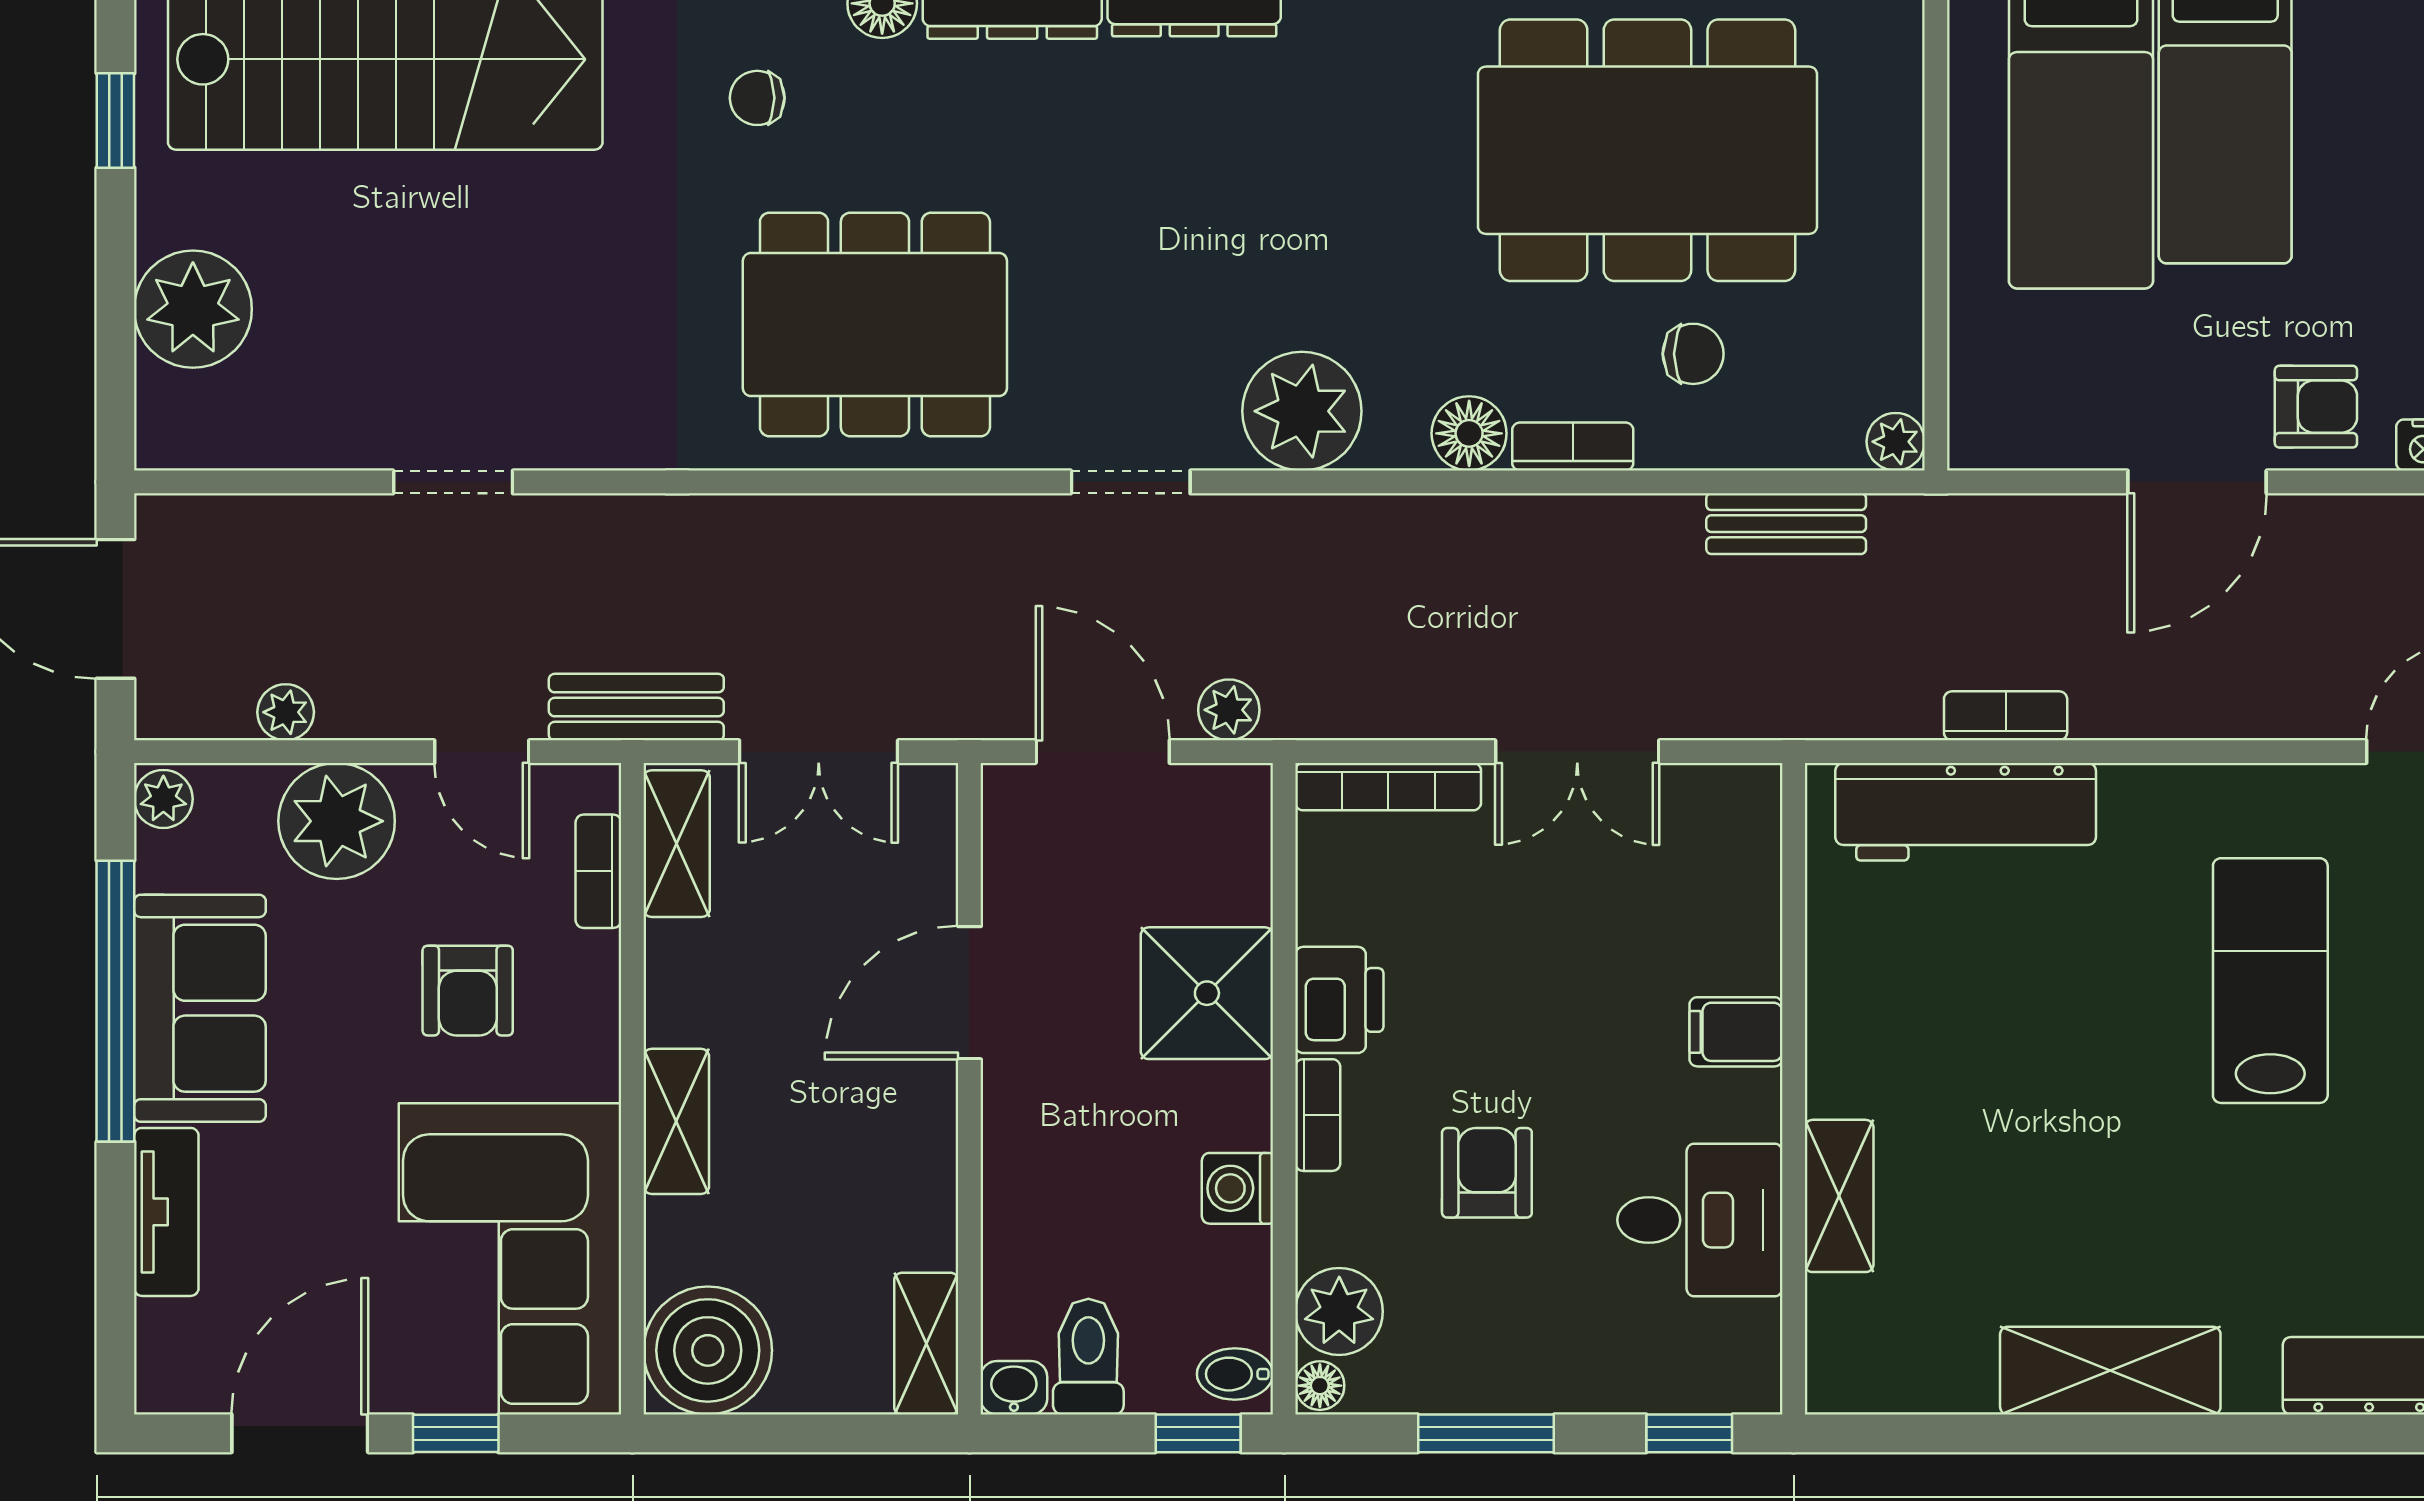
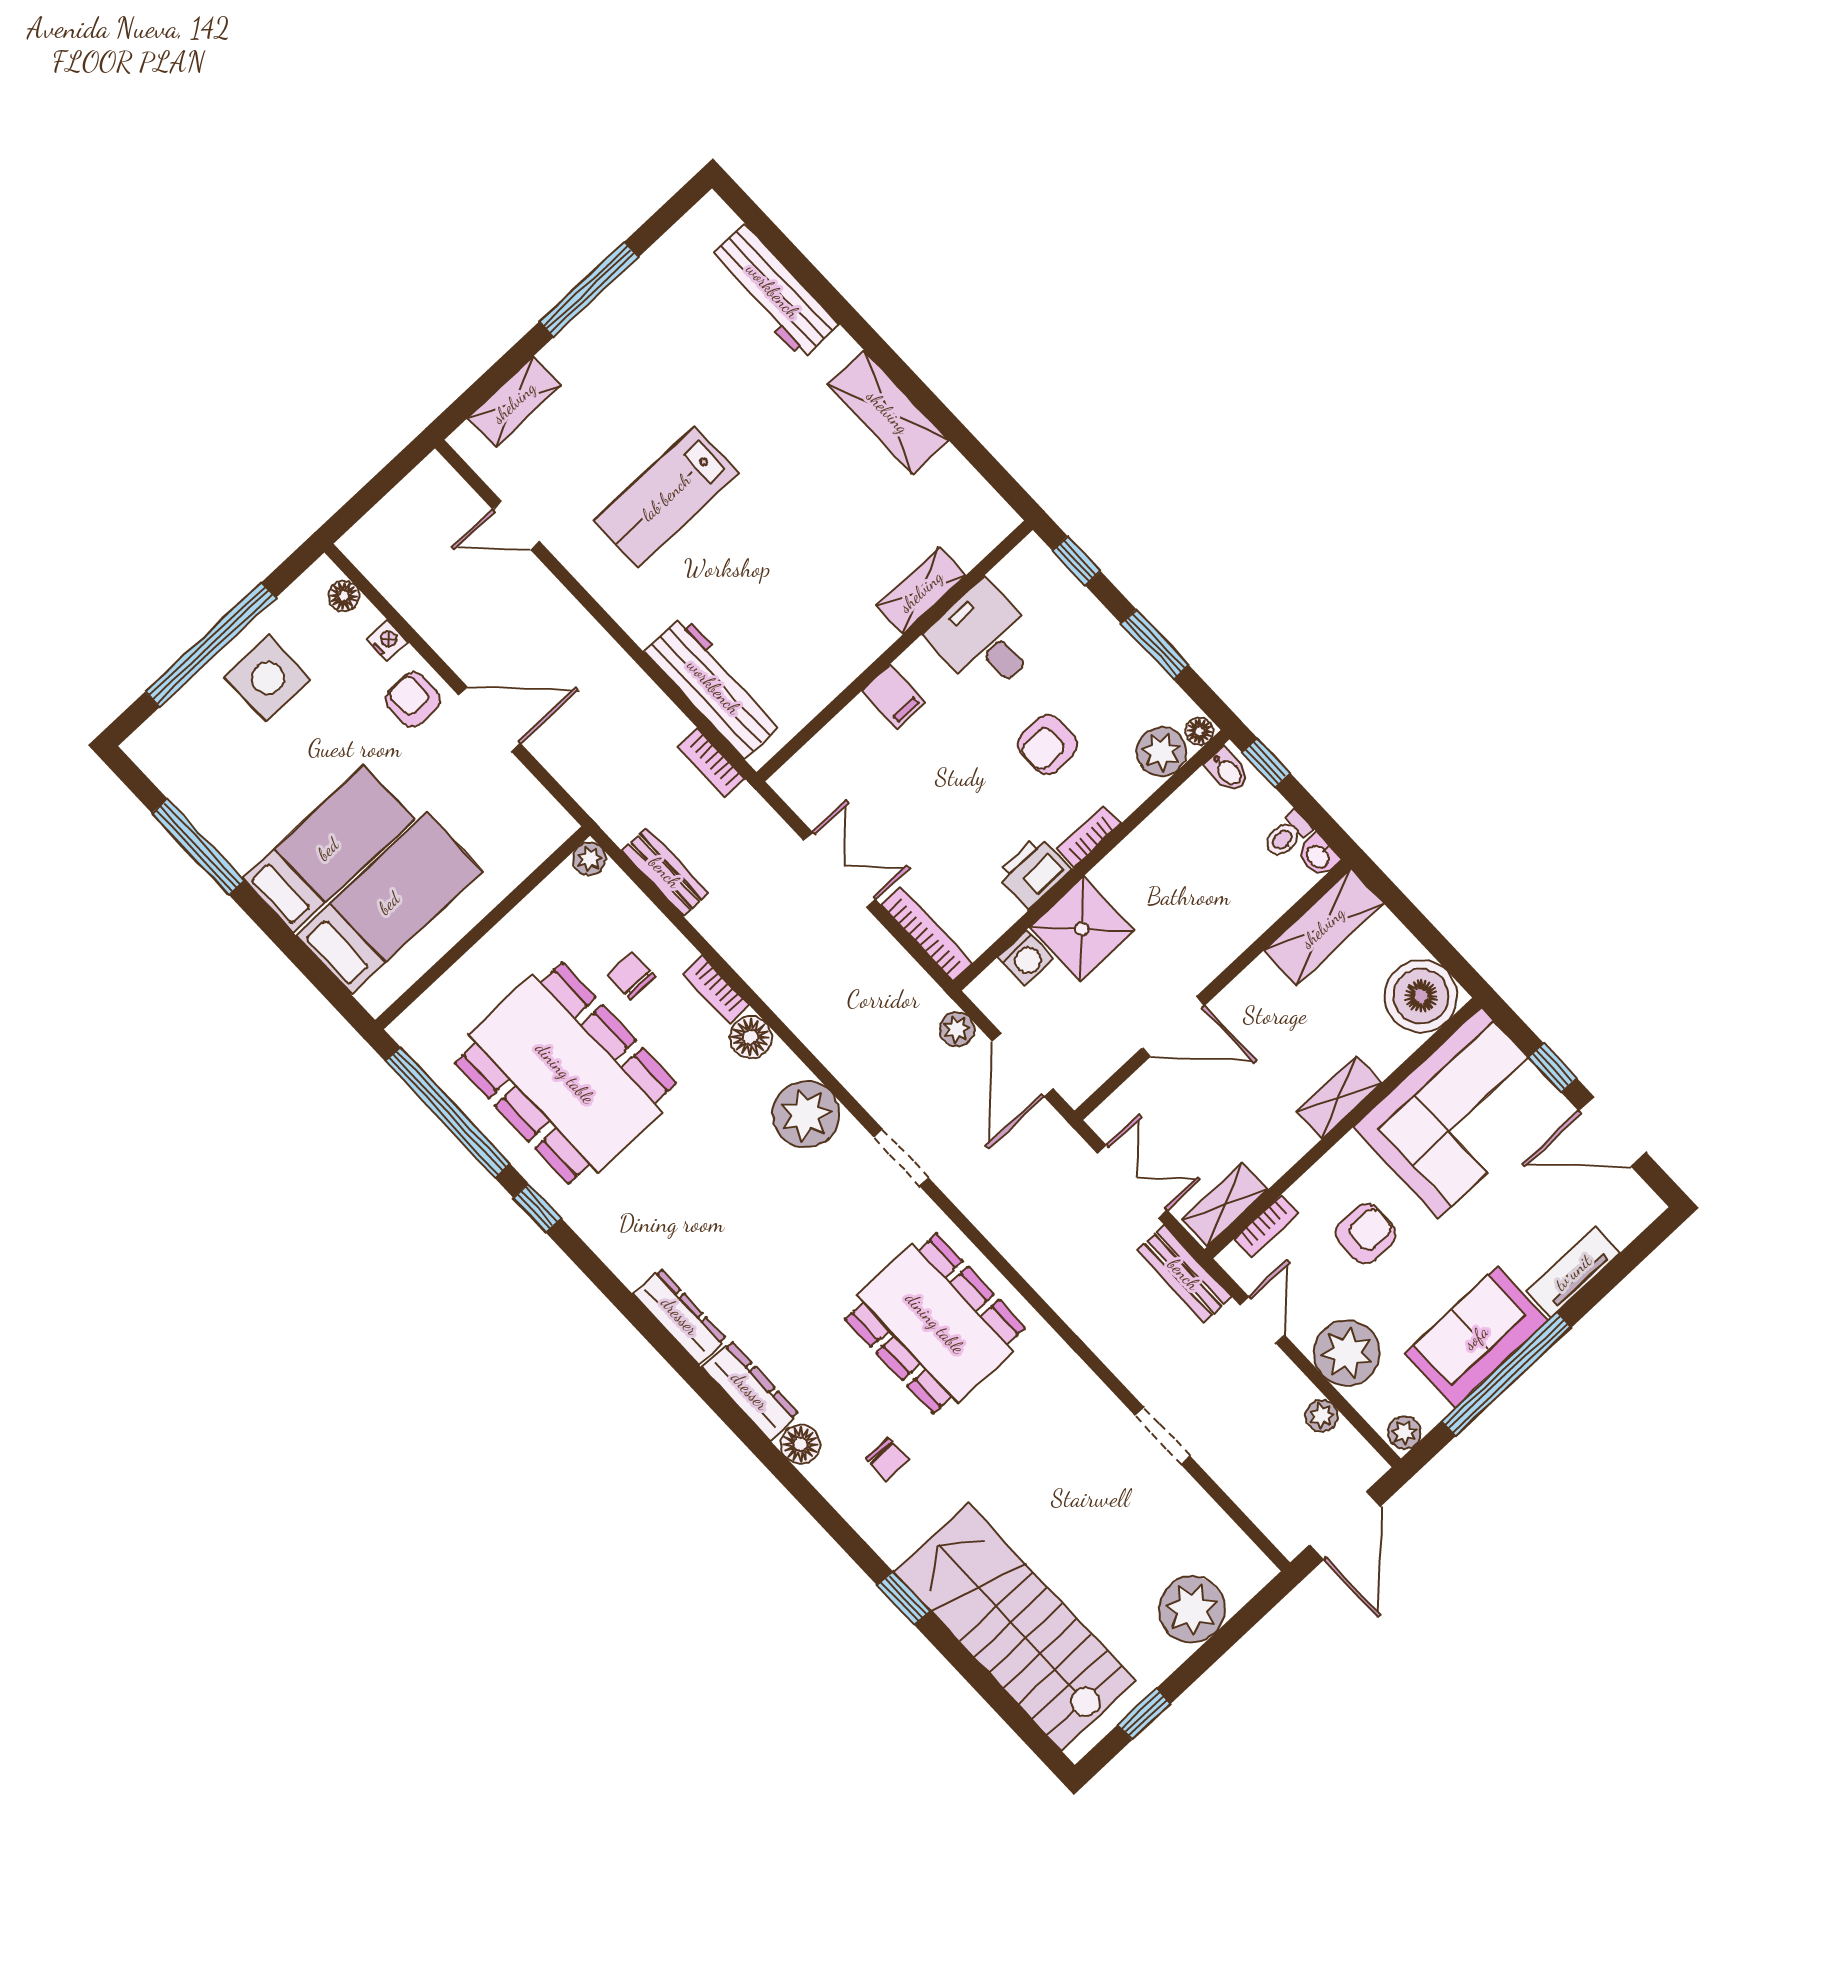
bookcase: (2006, 716) -> (711, 763), moved
washing machine: (1237, 1188) -> (1026, 958), moved
shelving: (926, 1344) -> (1323, 927), width x1.50, depth x1.33
toilet: (1088, 1357) -> (1287, 835), width x0.73, depth x0.72

